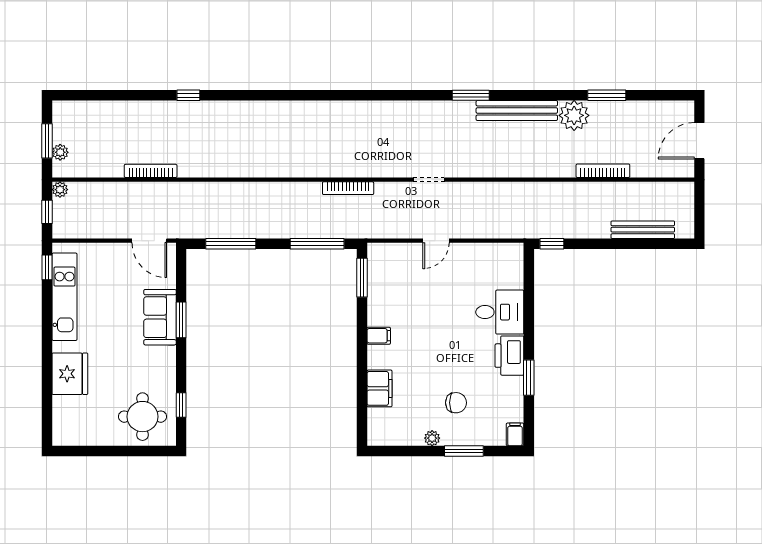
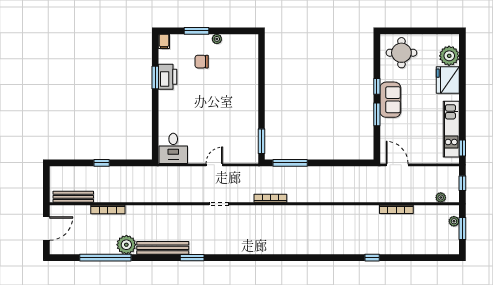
window: (607, 95) -> (105, 258), width x2.11
plant: (60, 190) -> (441, 197), moved
bench: (643, 230) -> (73, 197), moved
window: (231, 244) -> (345, 163), removed
window: (552, 244) -> (102, 163), moved
desk: (500, 312) -> (173, 148), moved, turned -90
sofa: (160, 317) -> (390, 100), moved
filing cabinet: (379, 336) -> (251, 104), removed
printer: (509, 356) -> (168, 77), moved
filing cabinet: (379, 388) -> (250, 71), removed
window: (181, 405) -> (377, 86), moved
plant: (68, 412) -> (449, 56), added

